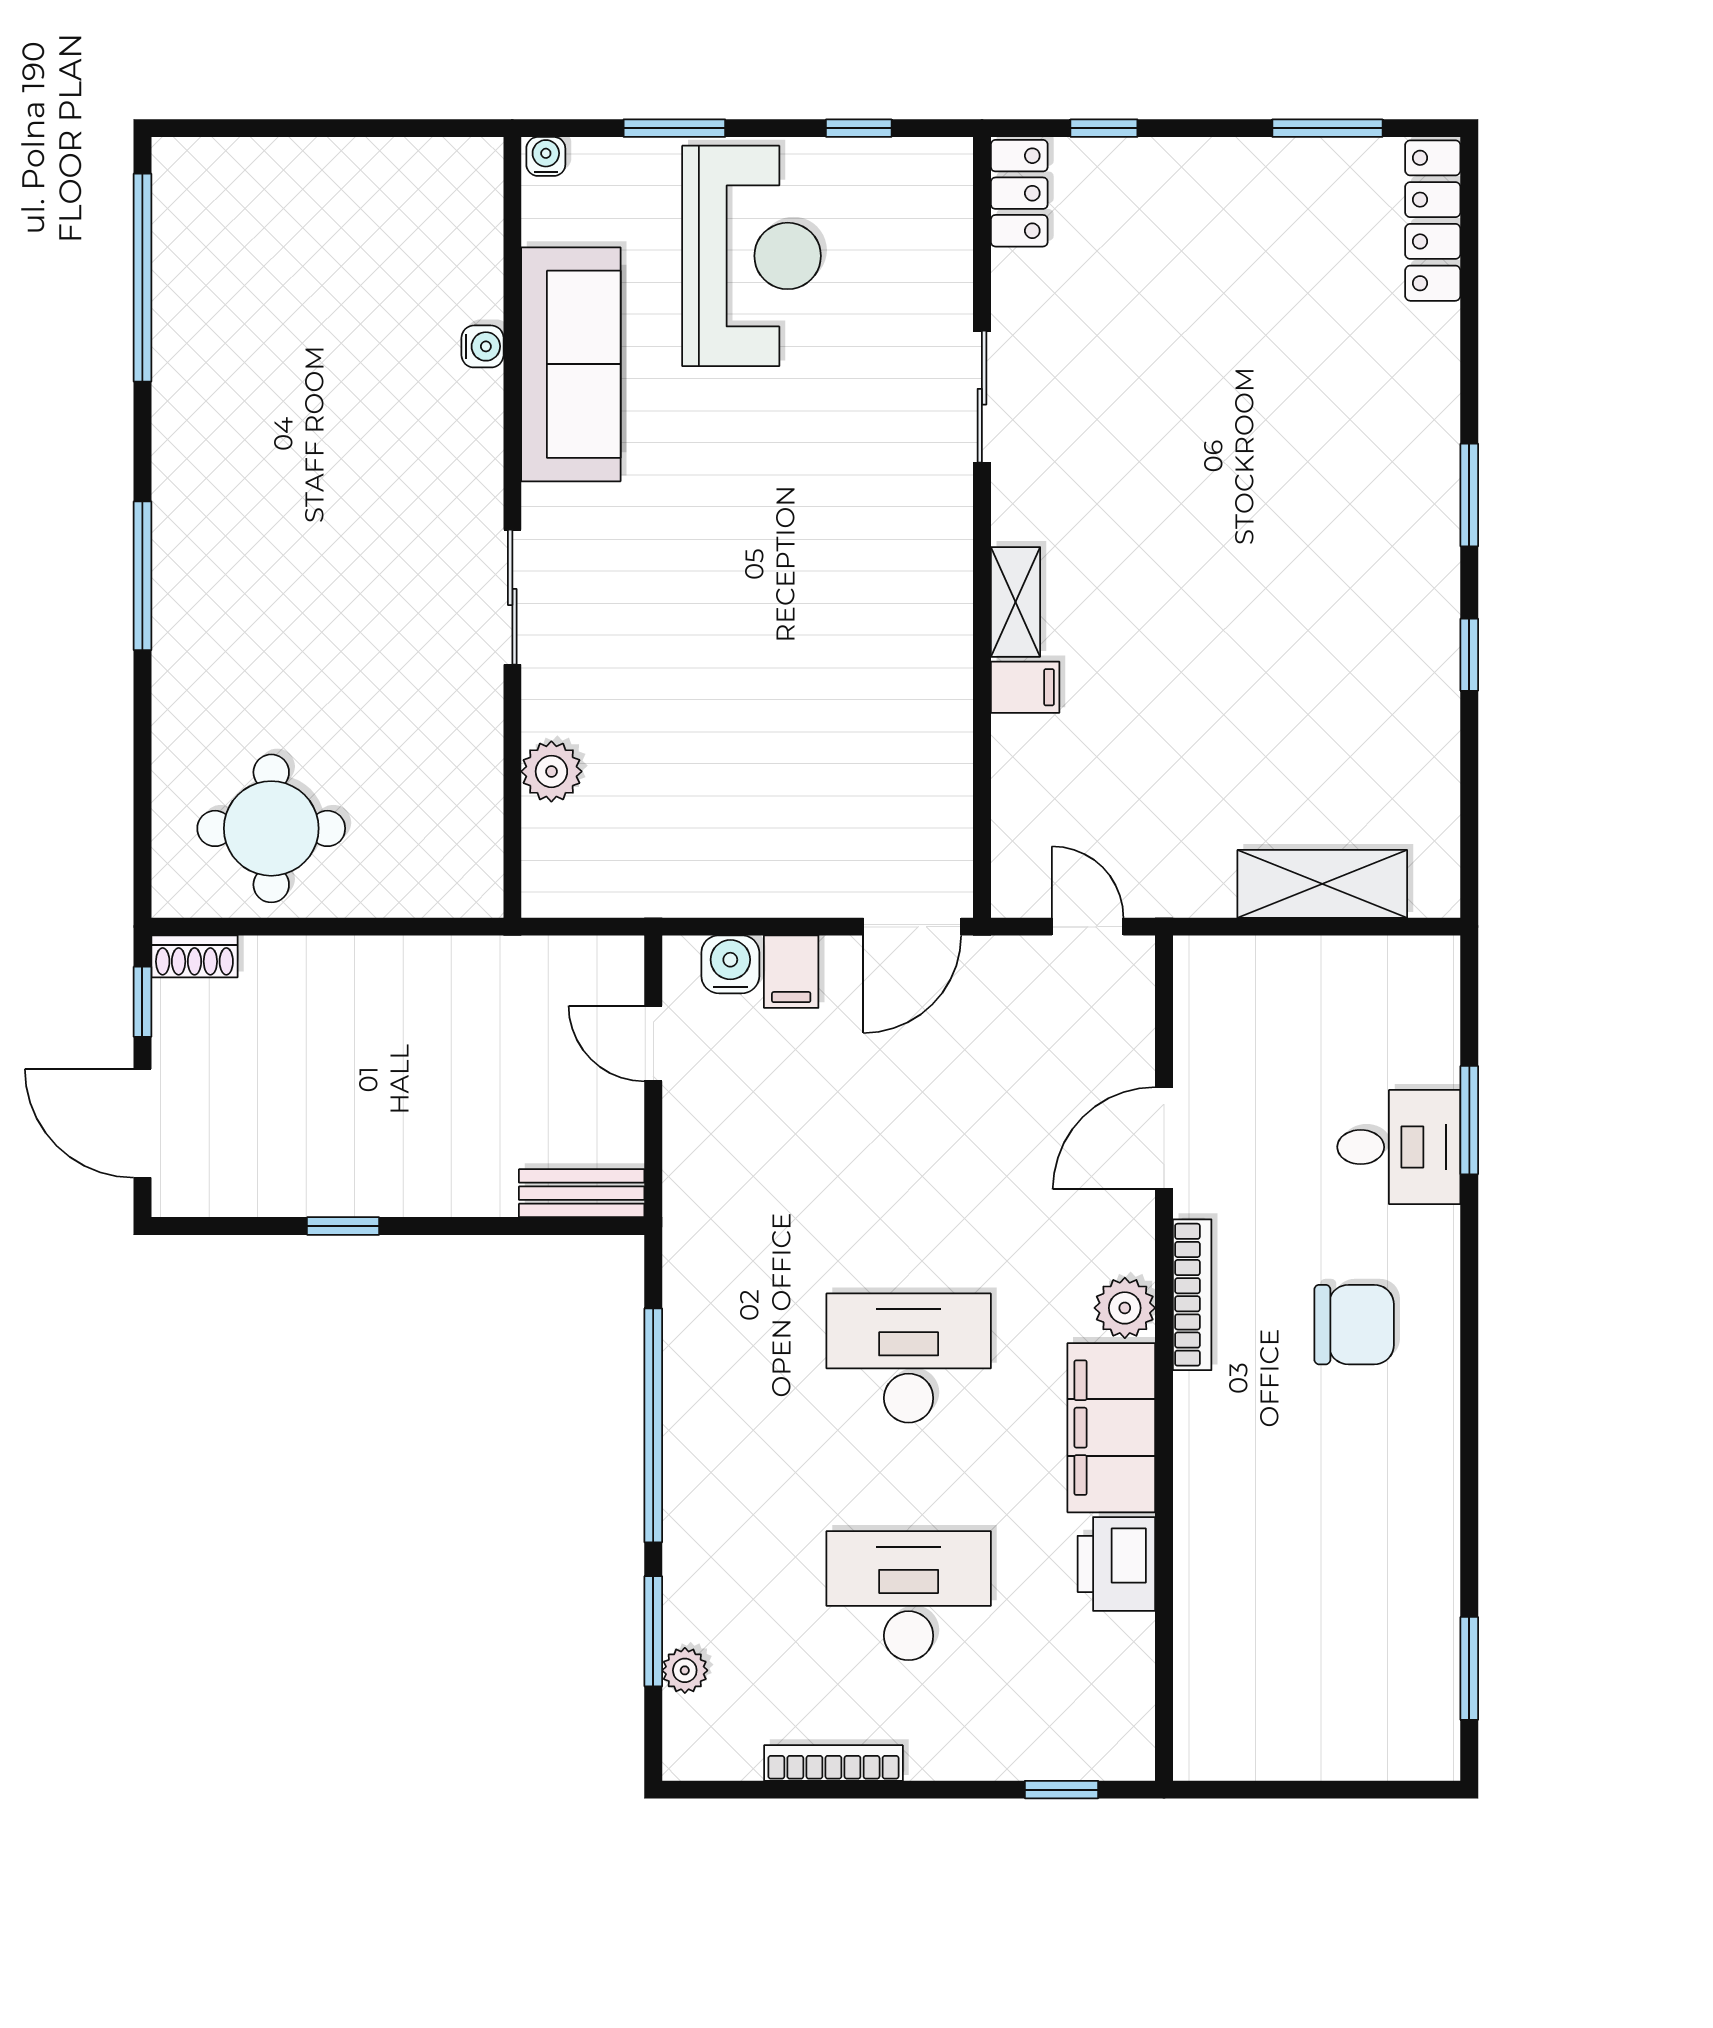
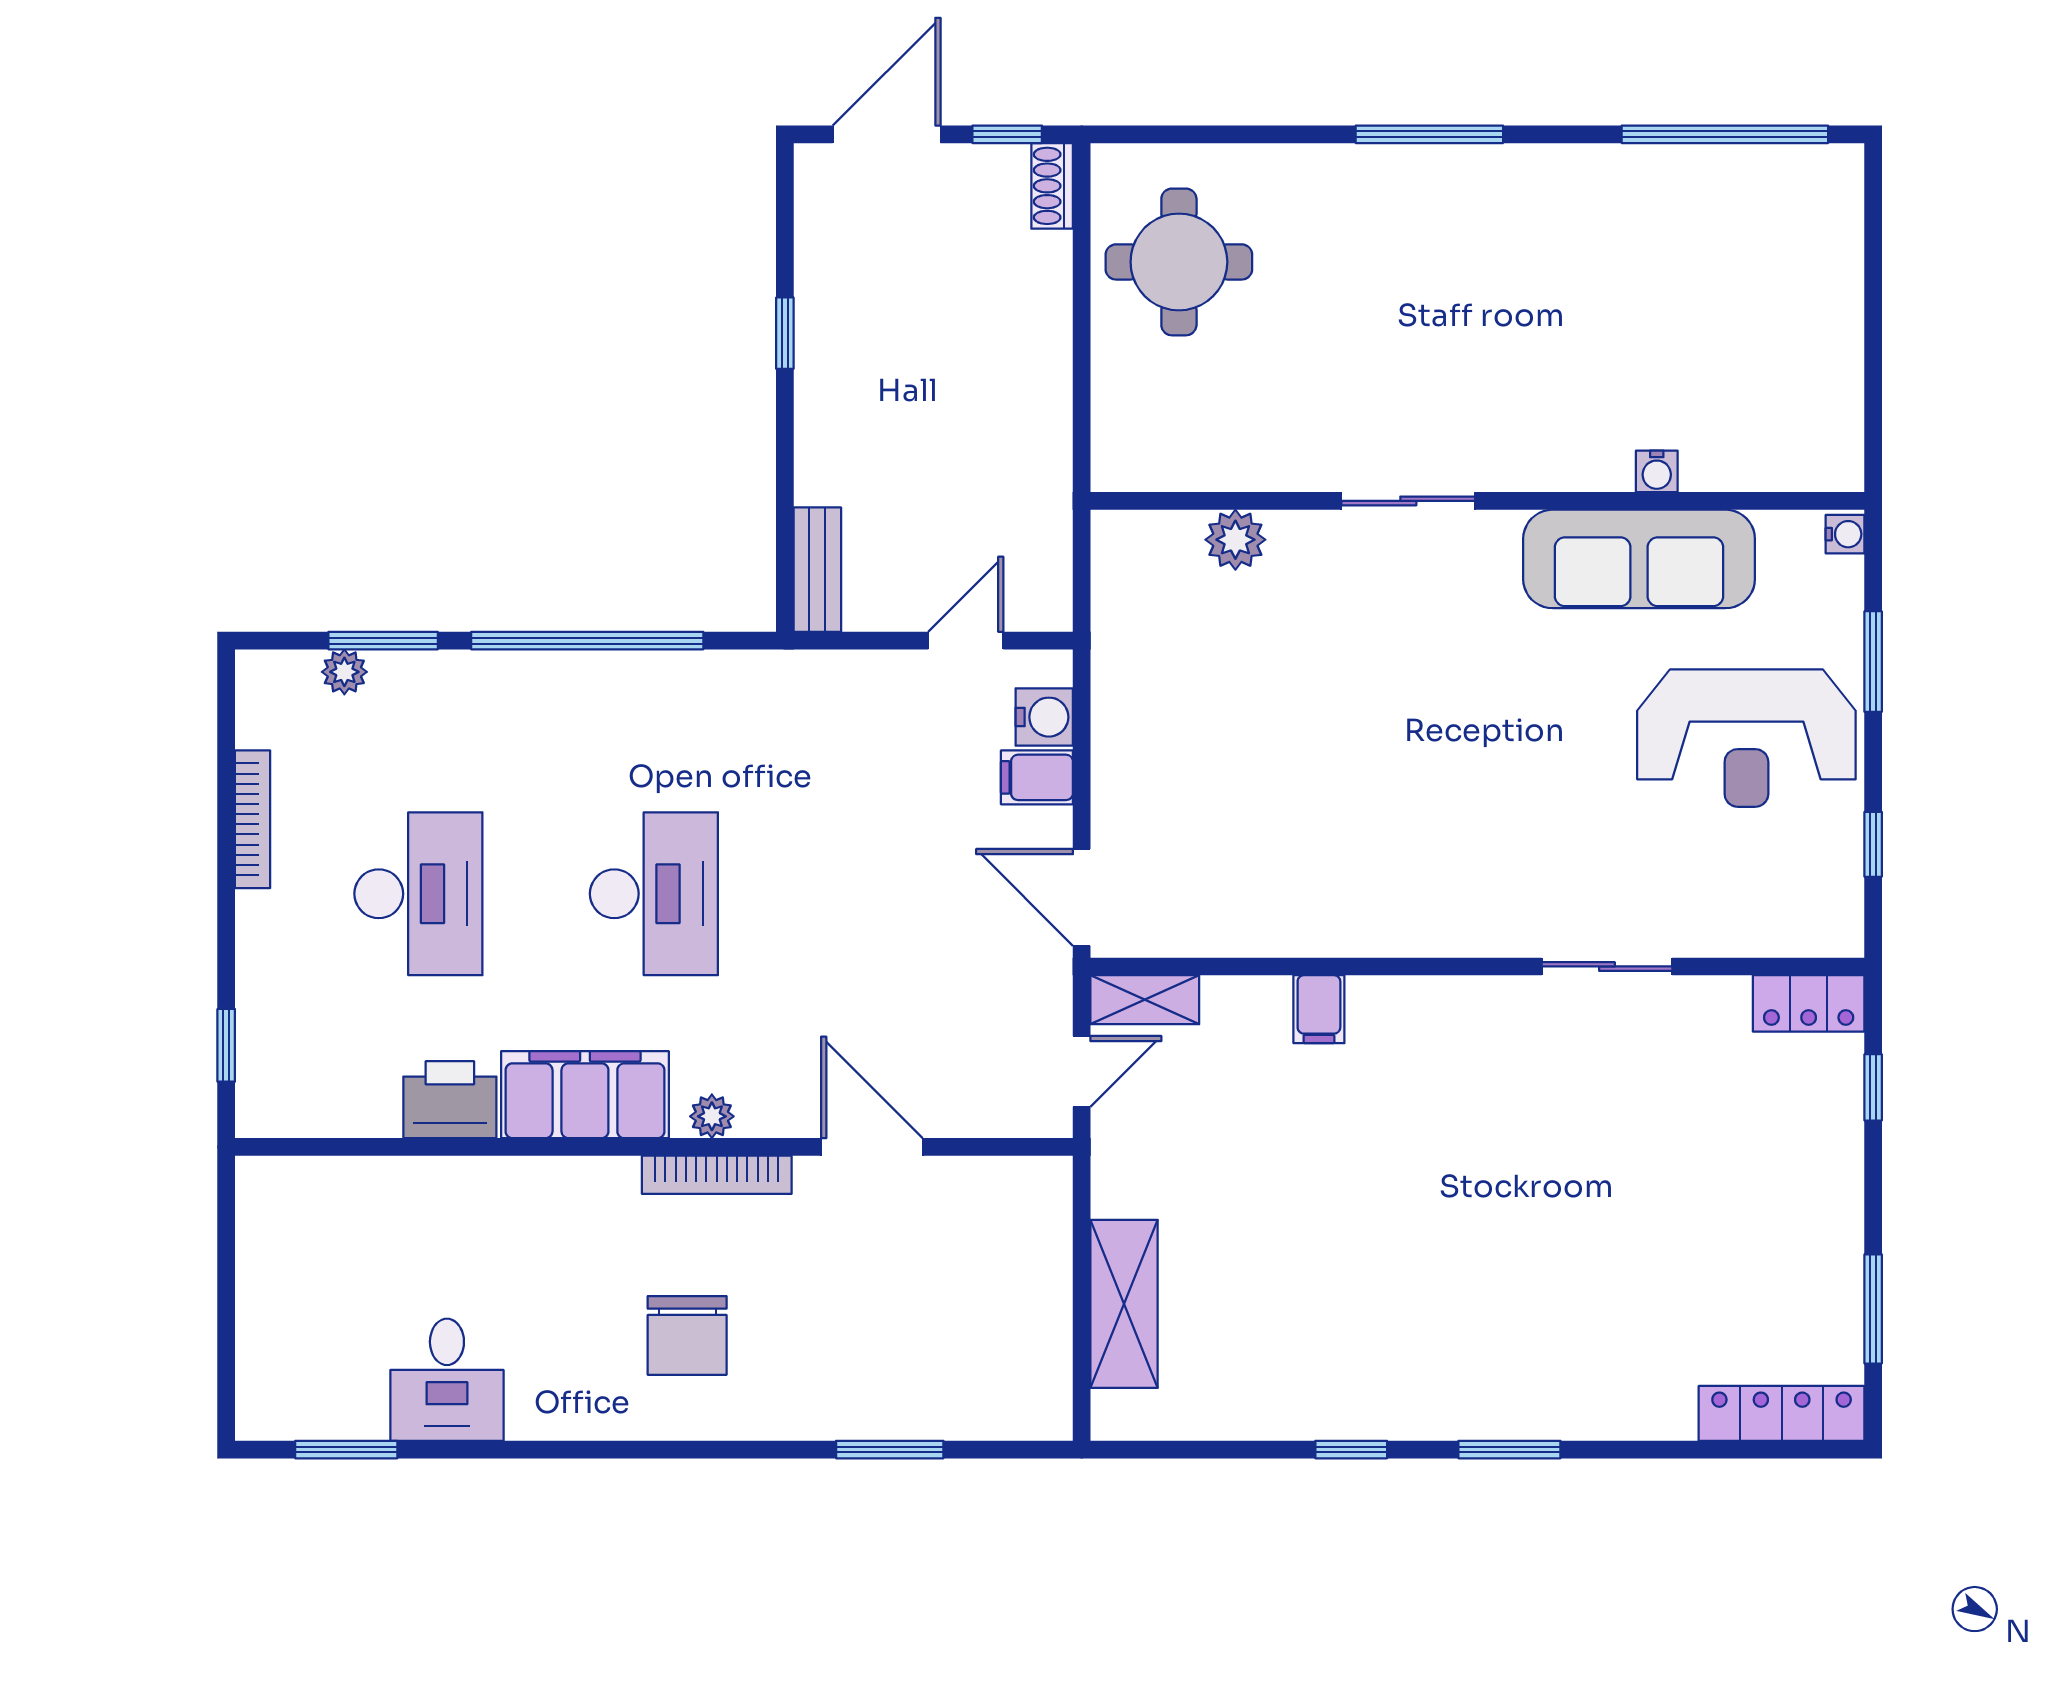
shelving: (1015, 602) -> (1145, 1000), moved
desk: (1399, 1147) -> (447, 1380), moved
plant: (1125, 1308) -> (712, 1116), width x0.73, depth x0.73

